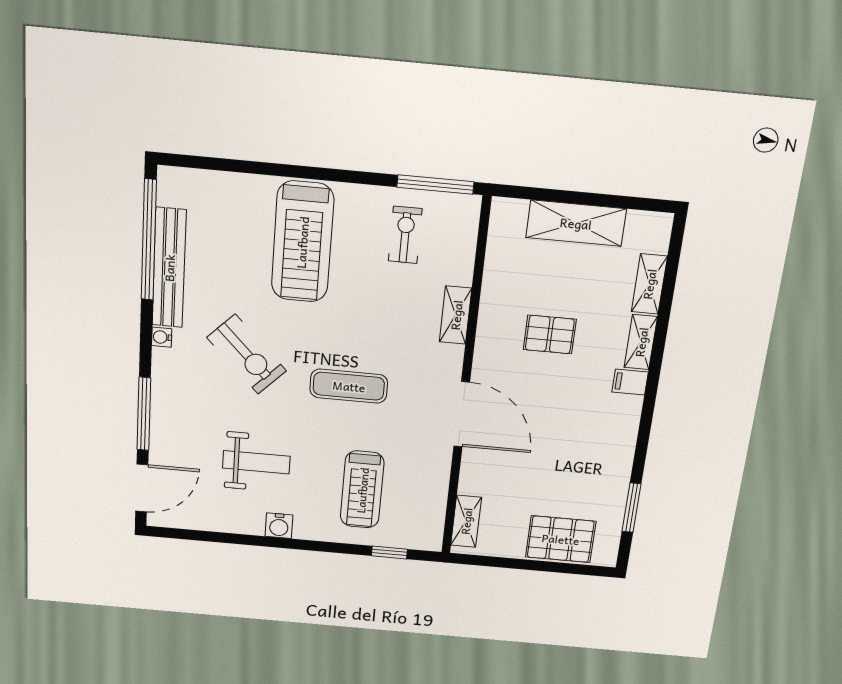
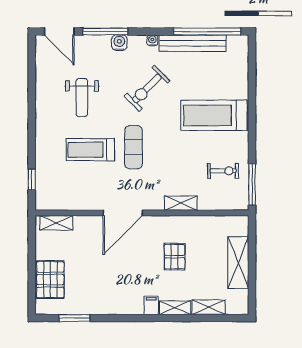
treadmill: (362, 490) -> (90, 150), moved
water cooler: (279, 526) -> (119, 43), moved, turned 90

